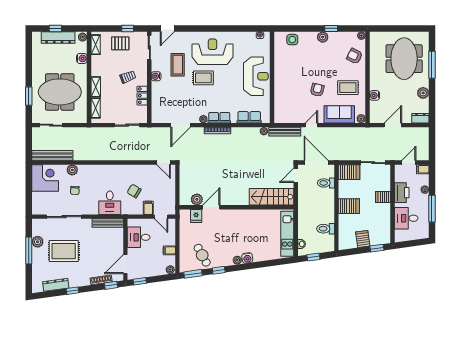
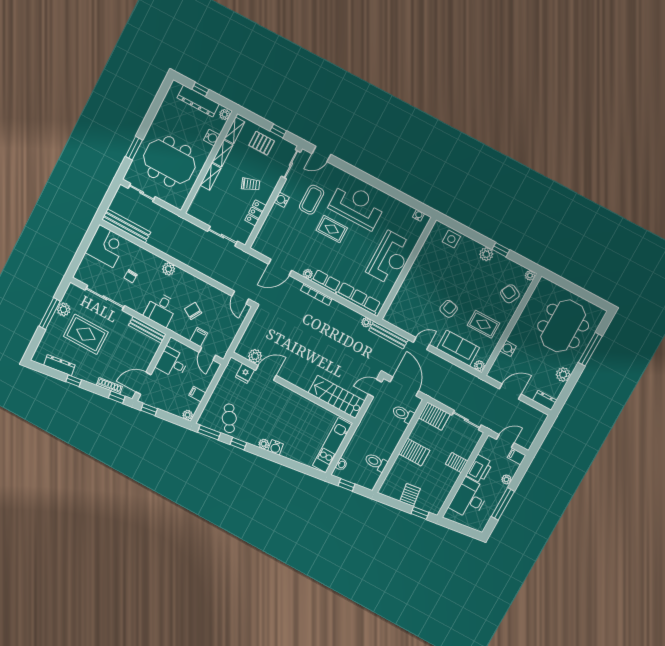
shelving: (96, 108) -> (223, 153), moved
row of seats: (249, 117) -> (358, 299), width x1.48
plant: (72, 170) -> (169, 269), moved
desk: (406, 218) -> (469, 499), width x1.37

